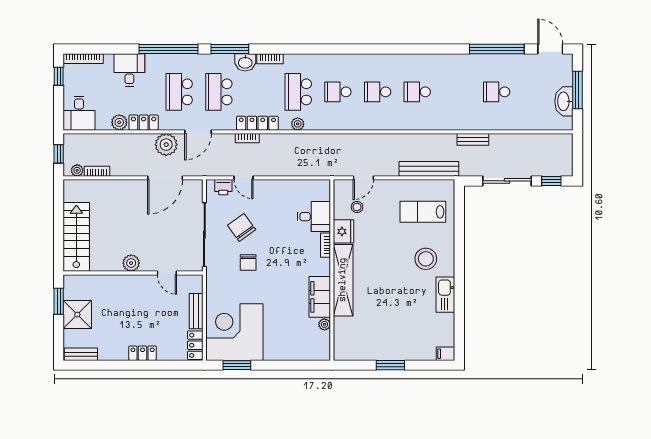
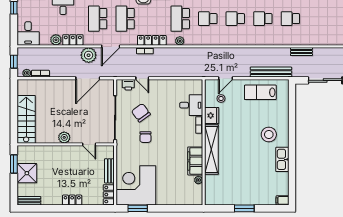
school desk: (497, 92) -> (290, 19), moved
lab bench: (423, 212) -> (260, 92), moved

